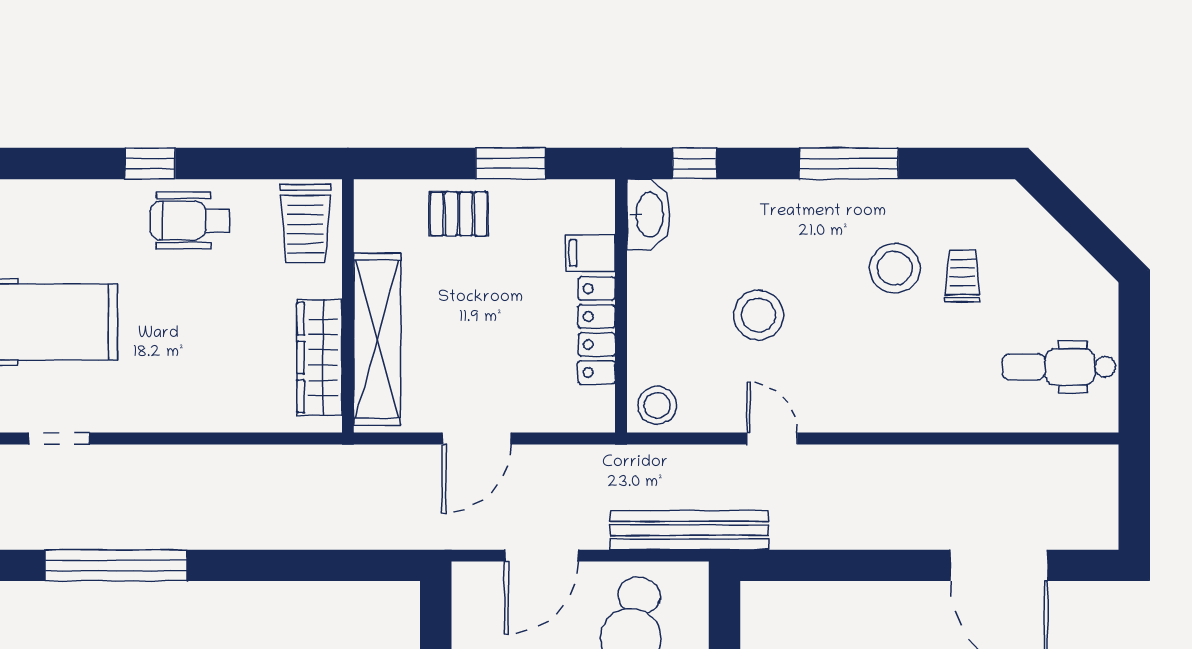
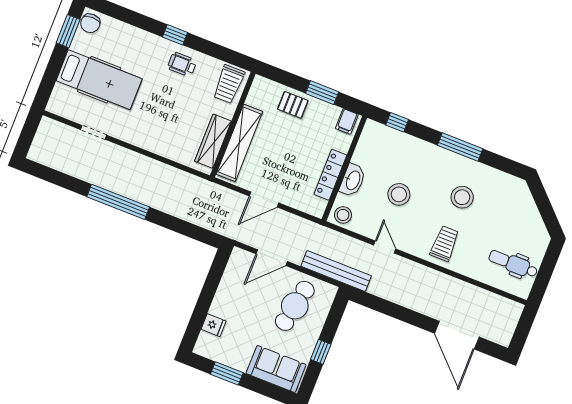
washbasin: (648, 214) -> (353, 180), moved
wheelchair: (190, 220) -> (182, 64), width x0.73, depth x0.73
filing cabinet: (590, 253) -> (347, 121), moved, turned -90
trolley: (962, 276) -> (445, 244), moved, width x1.36, depth x1.39
window: (116, 565) -> (118, 202), moved

